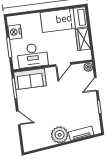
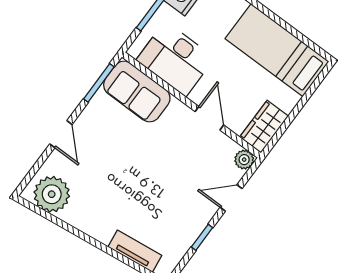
wardrobe: (83, 39) -> (264, 127), moved
door: (63, 64) -> (209, 118), swing flipped
plant: (60, 135) -> (52, 194), moved

